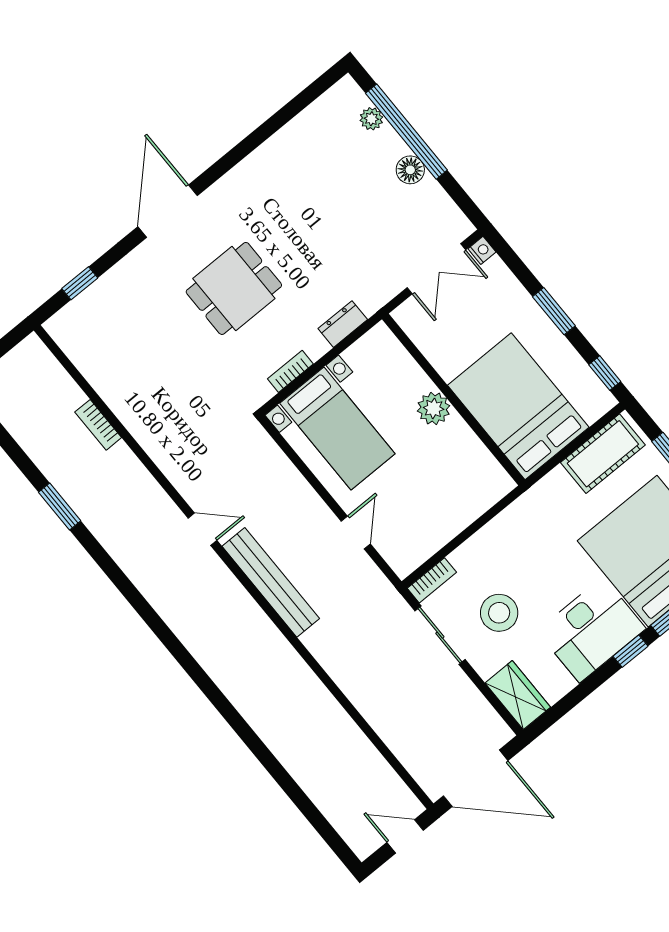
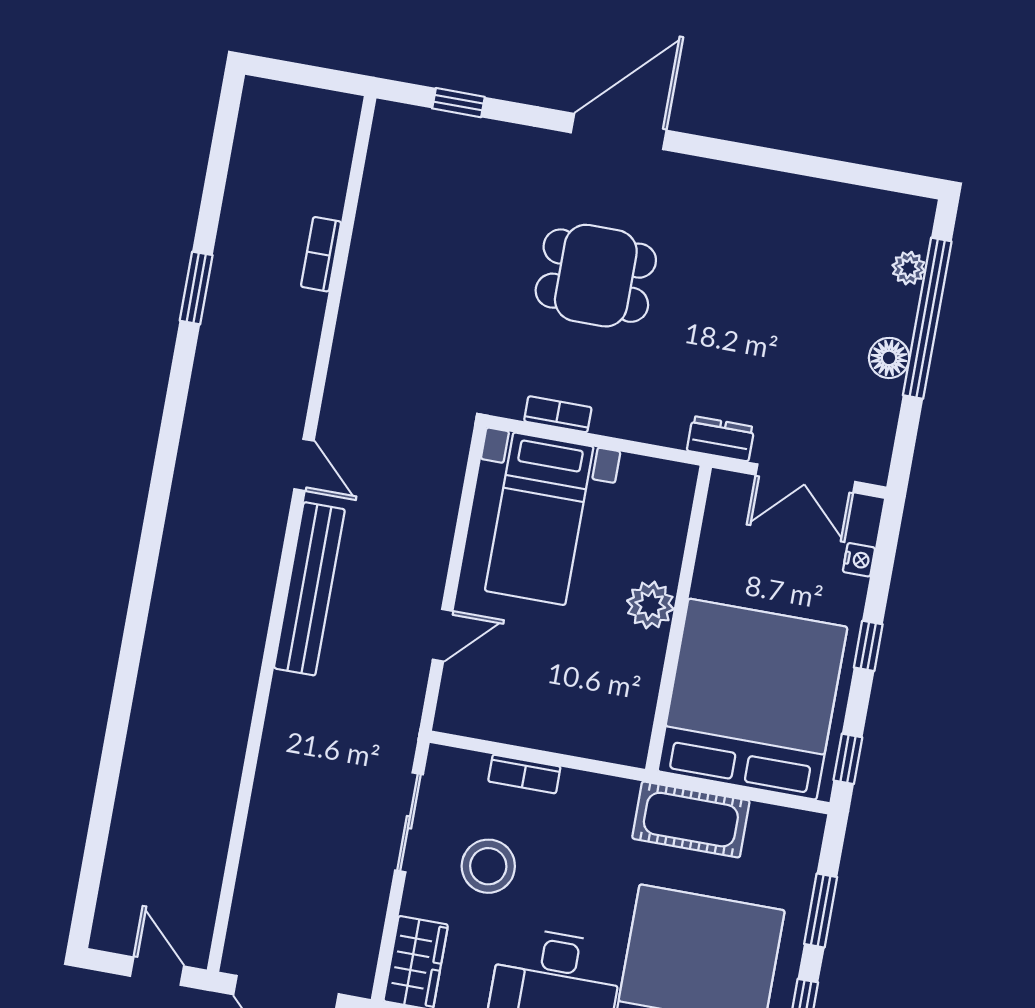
nightstand: (482, 250) -> (859, 560), moved
window: (554, 311) -> (868, 646), width x0.67
dresser: (343, 324) -> (721, 439), moved
bed: (518, 406) -> (752, 699), width x1.36
cot: (603, 454) -> (691, 820), moved
bookcase: (432, 580) -> (524, 774), moved

